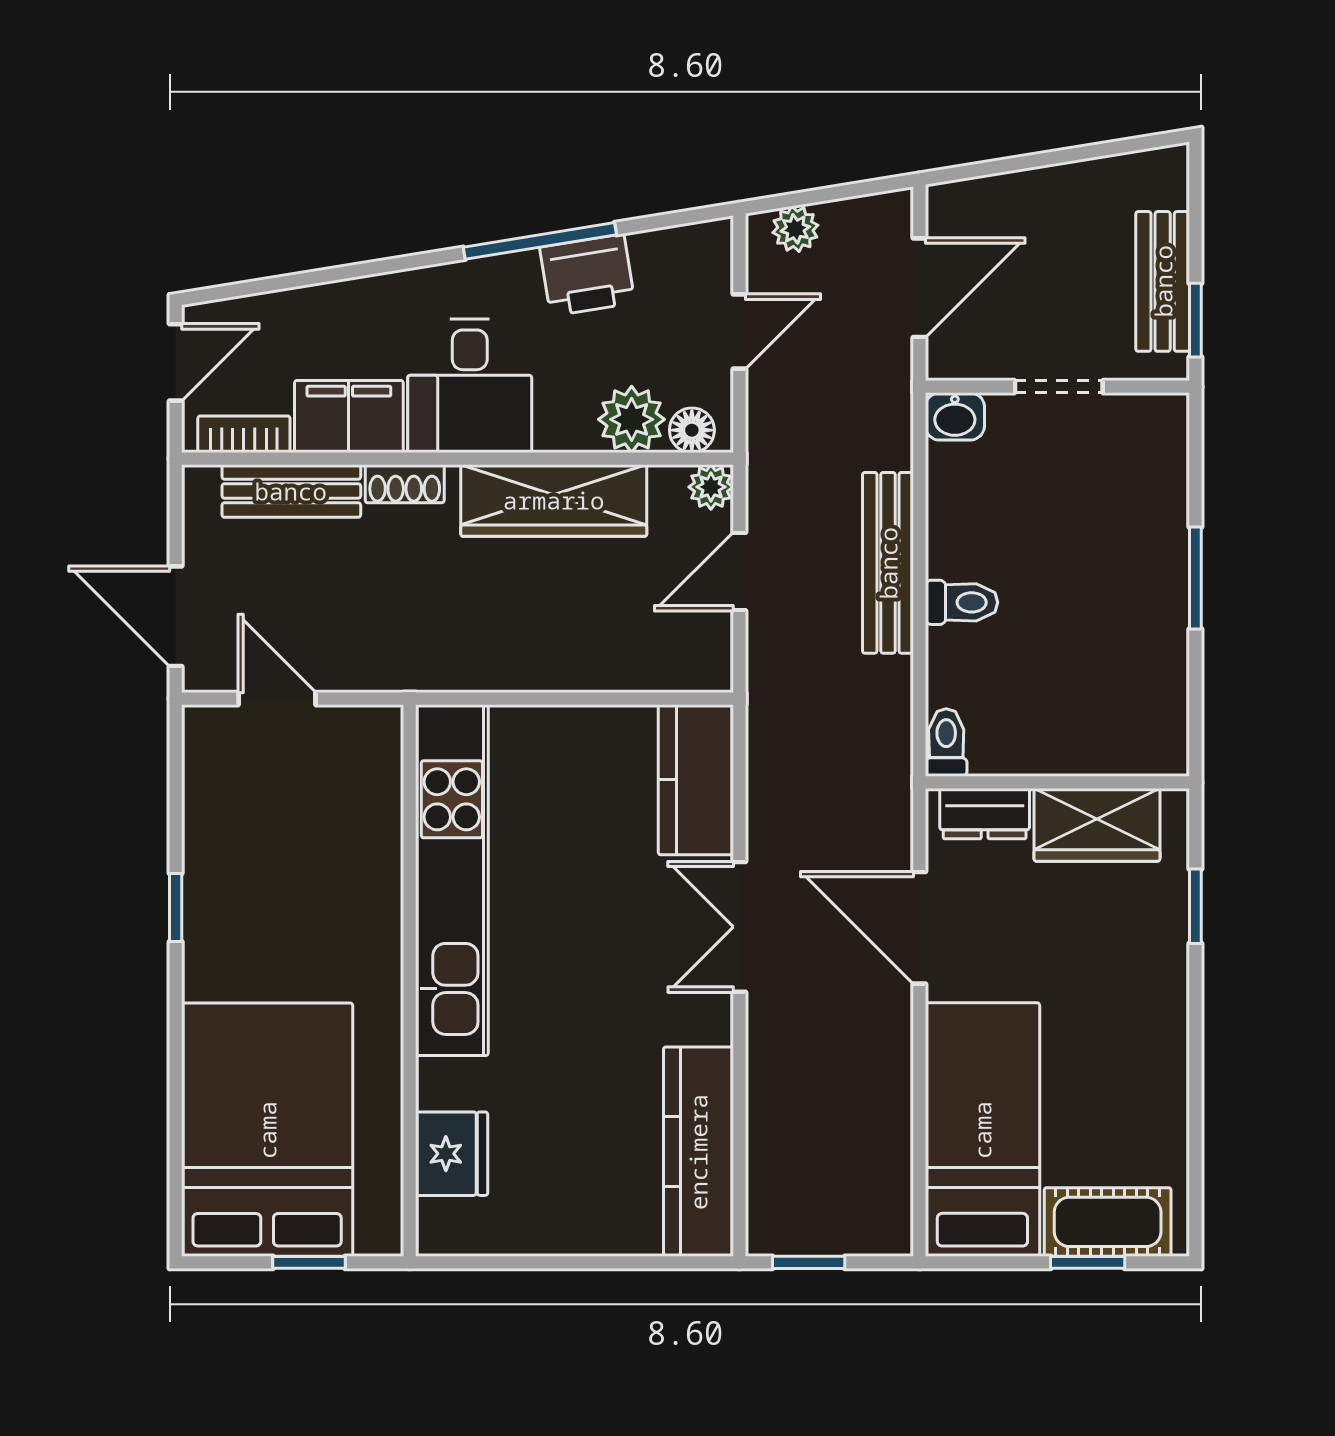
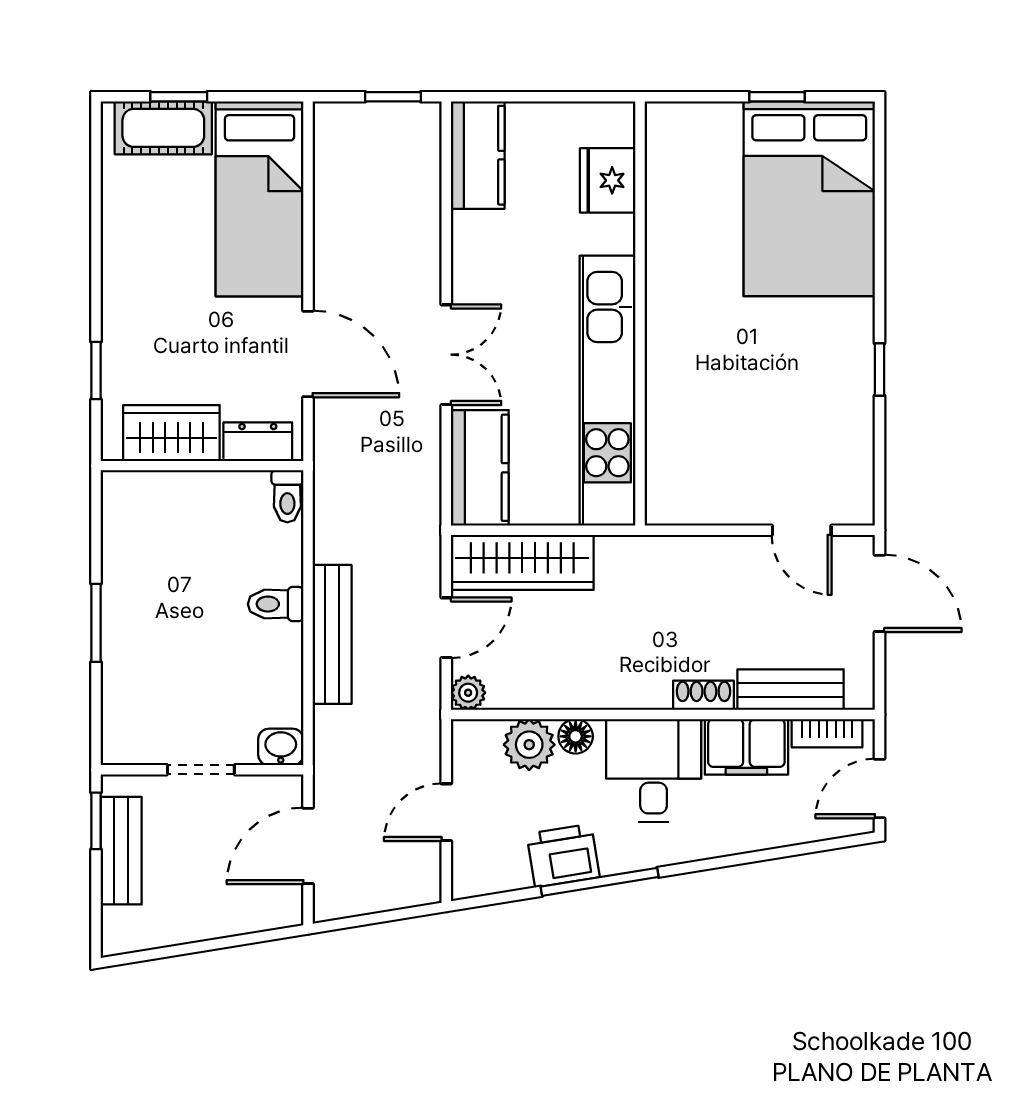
plant: (795, 229) -> (403, 891), removed
floor lamp: (692, 430) -> (576, 736), moved
wardrobe: (554, 500) -> (522, 562), moved, turned 180
kitchen unit: (452, 880) -> (607, 391), moved
wall: (410, 980) -> (640, 314), moved
kitchen counter: (698, 1152) -> (478, 155), width x0.67
fridge: (452, 1154) -> (608, 180), moved

